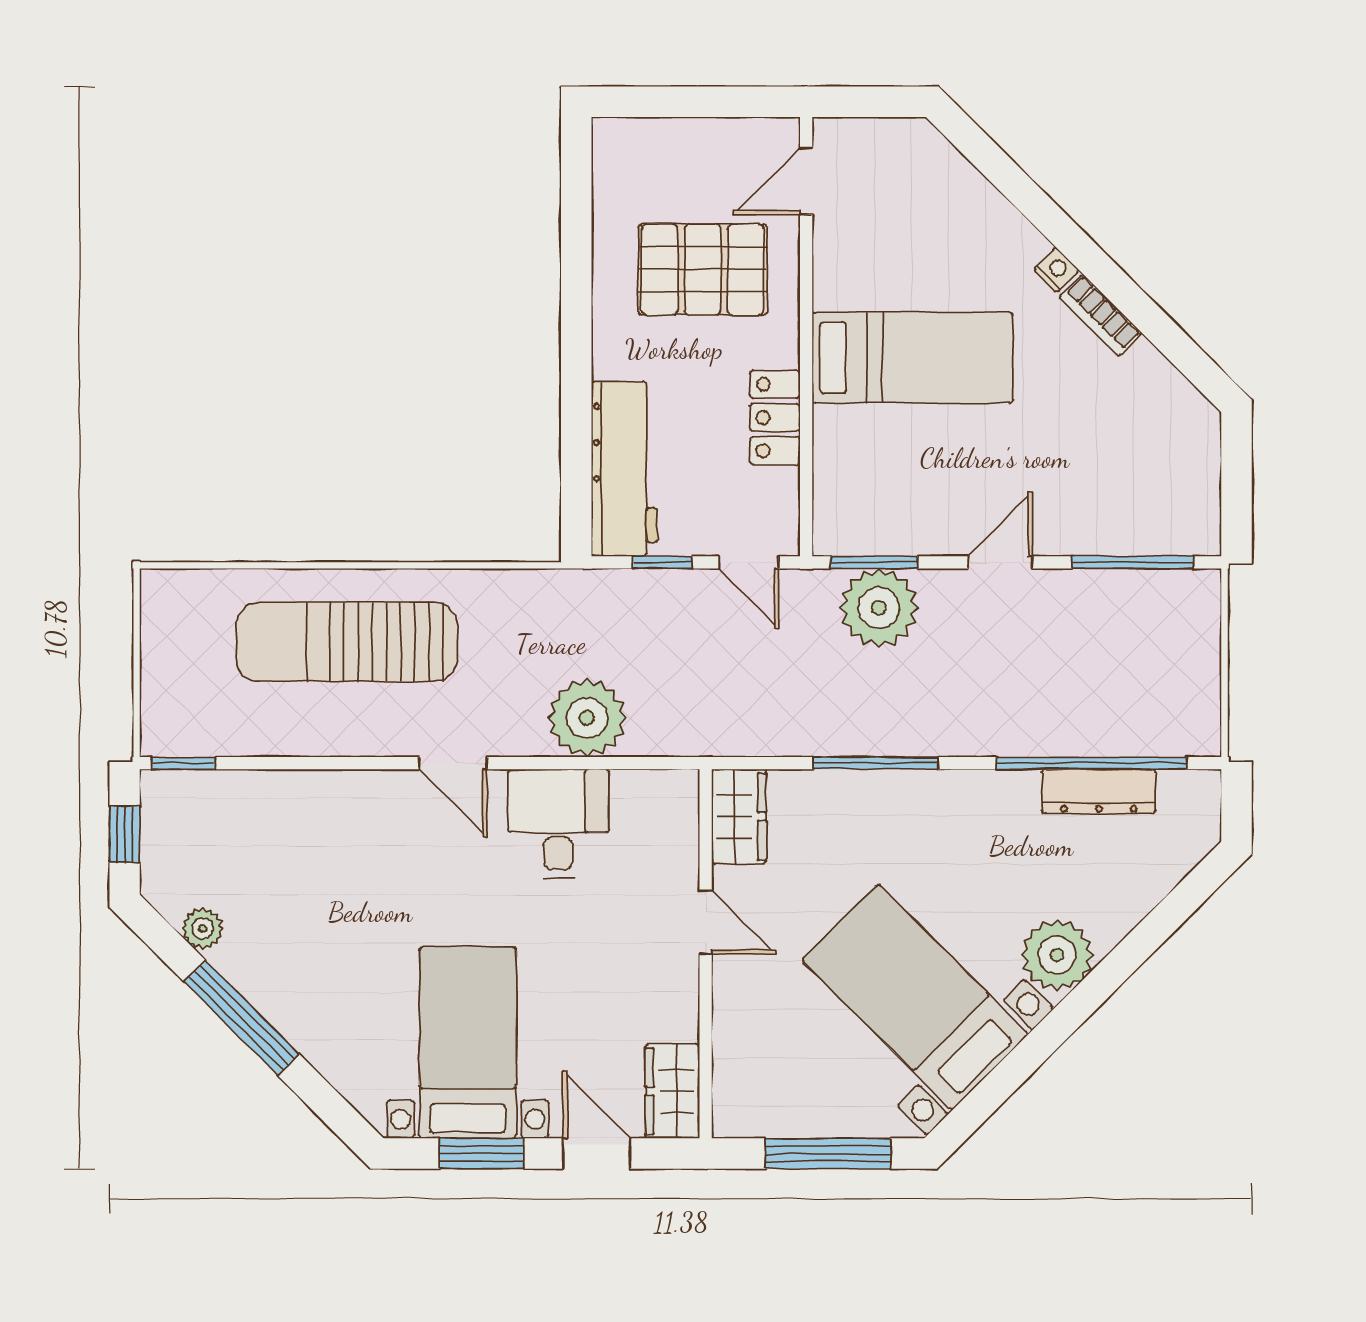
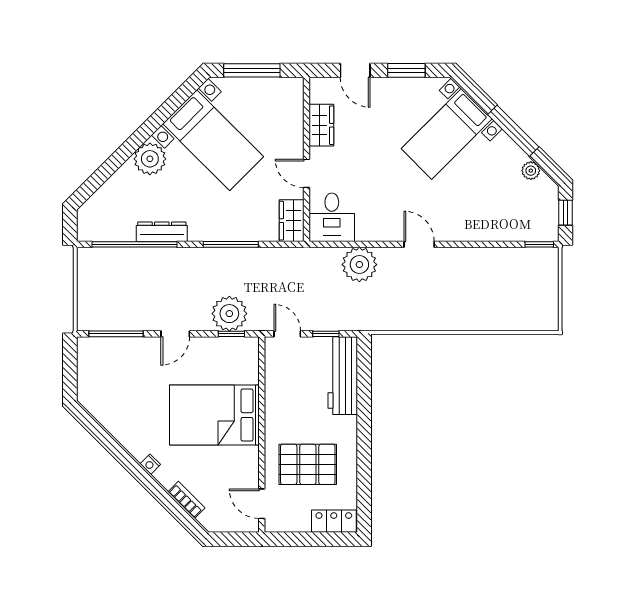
door: (806, 181) -> (262, 504), swing flipped
bookcase: (1100, 315) -> (186, 500), moved
bed: (912, 358) -> (214, 415), width x1.50
locker: (775, 418) -> (334, 521), moved, turned -90
window: (874, 562) -> (231, 334), width x0.67
sun lounger: (347, 642) -> (466, 298), removed
dresser: (1099, 791) -> (162, 232), moved
desk: (558, 824) -> (332, 217), moved
bed with nightstands: (468, 1043) -> (447, 134), moved, turned 45
wardrobe: (672, 1091) -> (321, 125), moved

